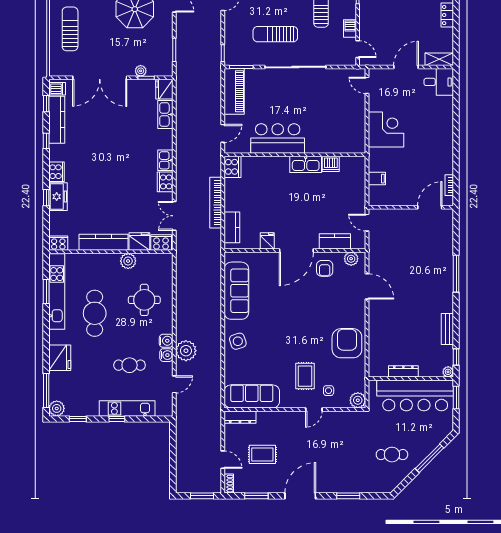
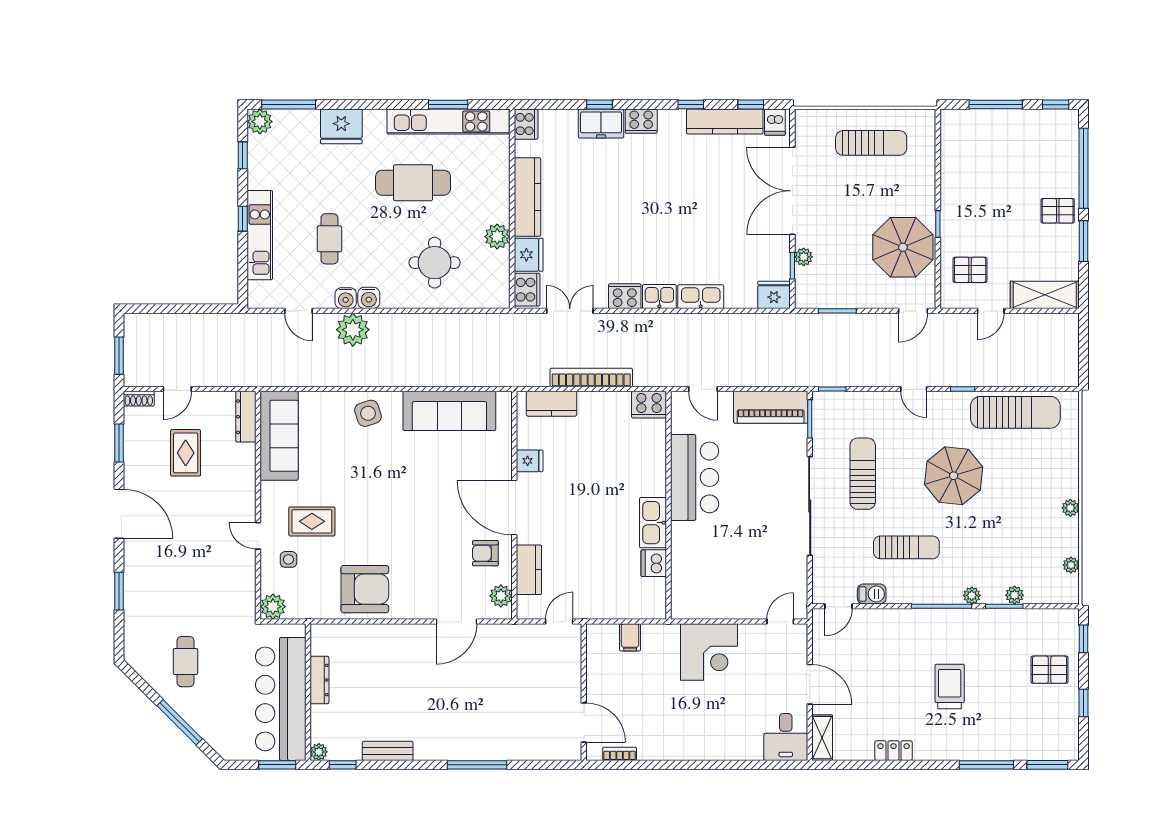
kitchen sink: (165, 114) -> (701, 297), moved

